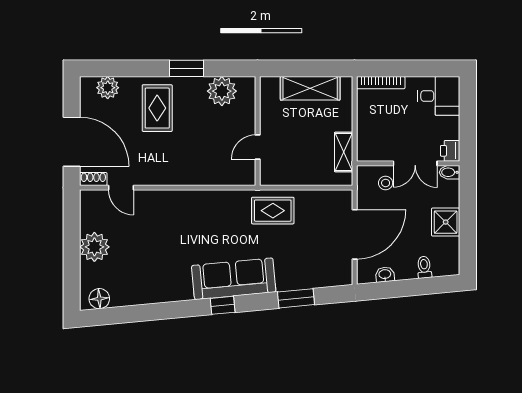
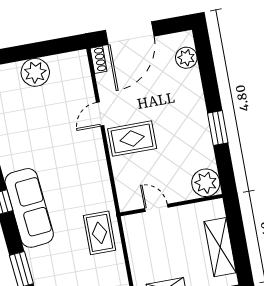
plant: (222, 91) -> (206, 183), moved
rug: (157, 108) -> (132, 139), moved
door: (121, 188) -> (100, 114), moved

